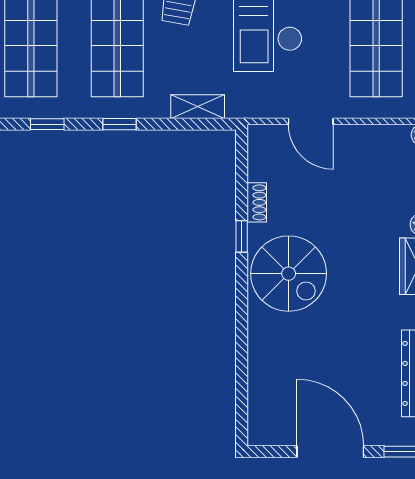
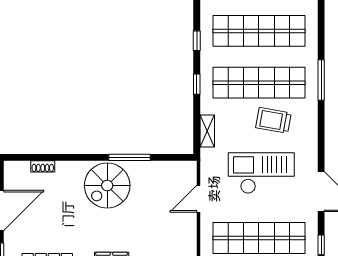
shoe rack: (257, 202) -> (43, 166), moved
window: (242, 236) -> (130, 157), width x2.17

